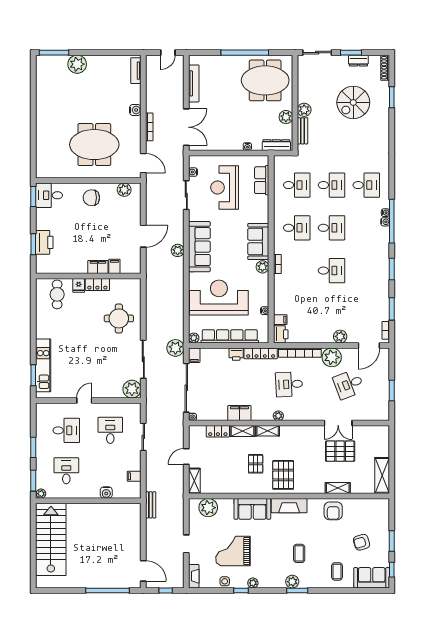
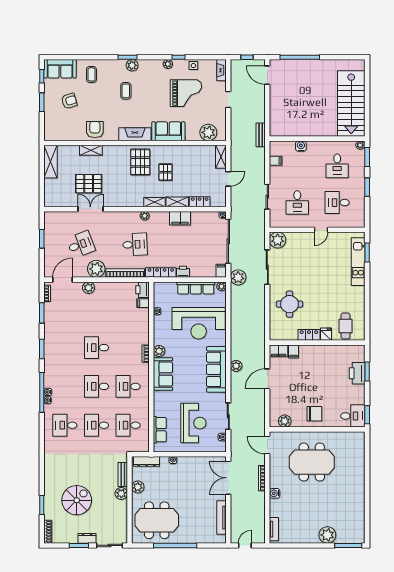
dresser: (358, 61) -> (87, 538), moved
filing cabinet: (98, 267) -> (279, 351), moved
row of seats: (230, 336) -> (196, 288), width x0.73

